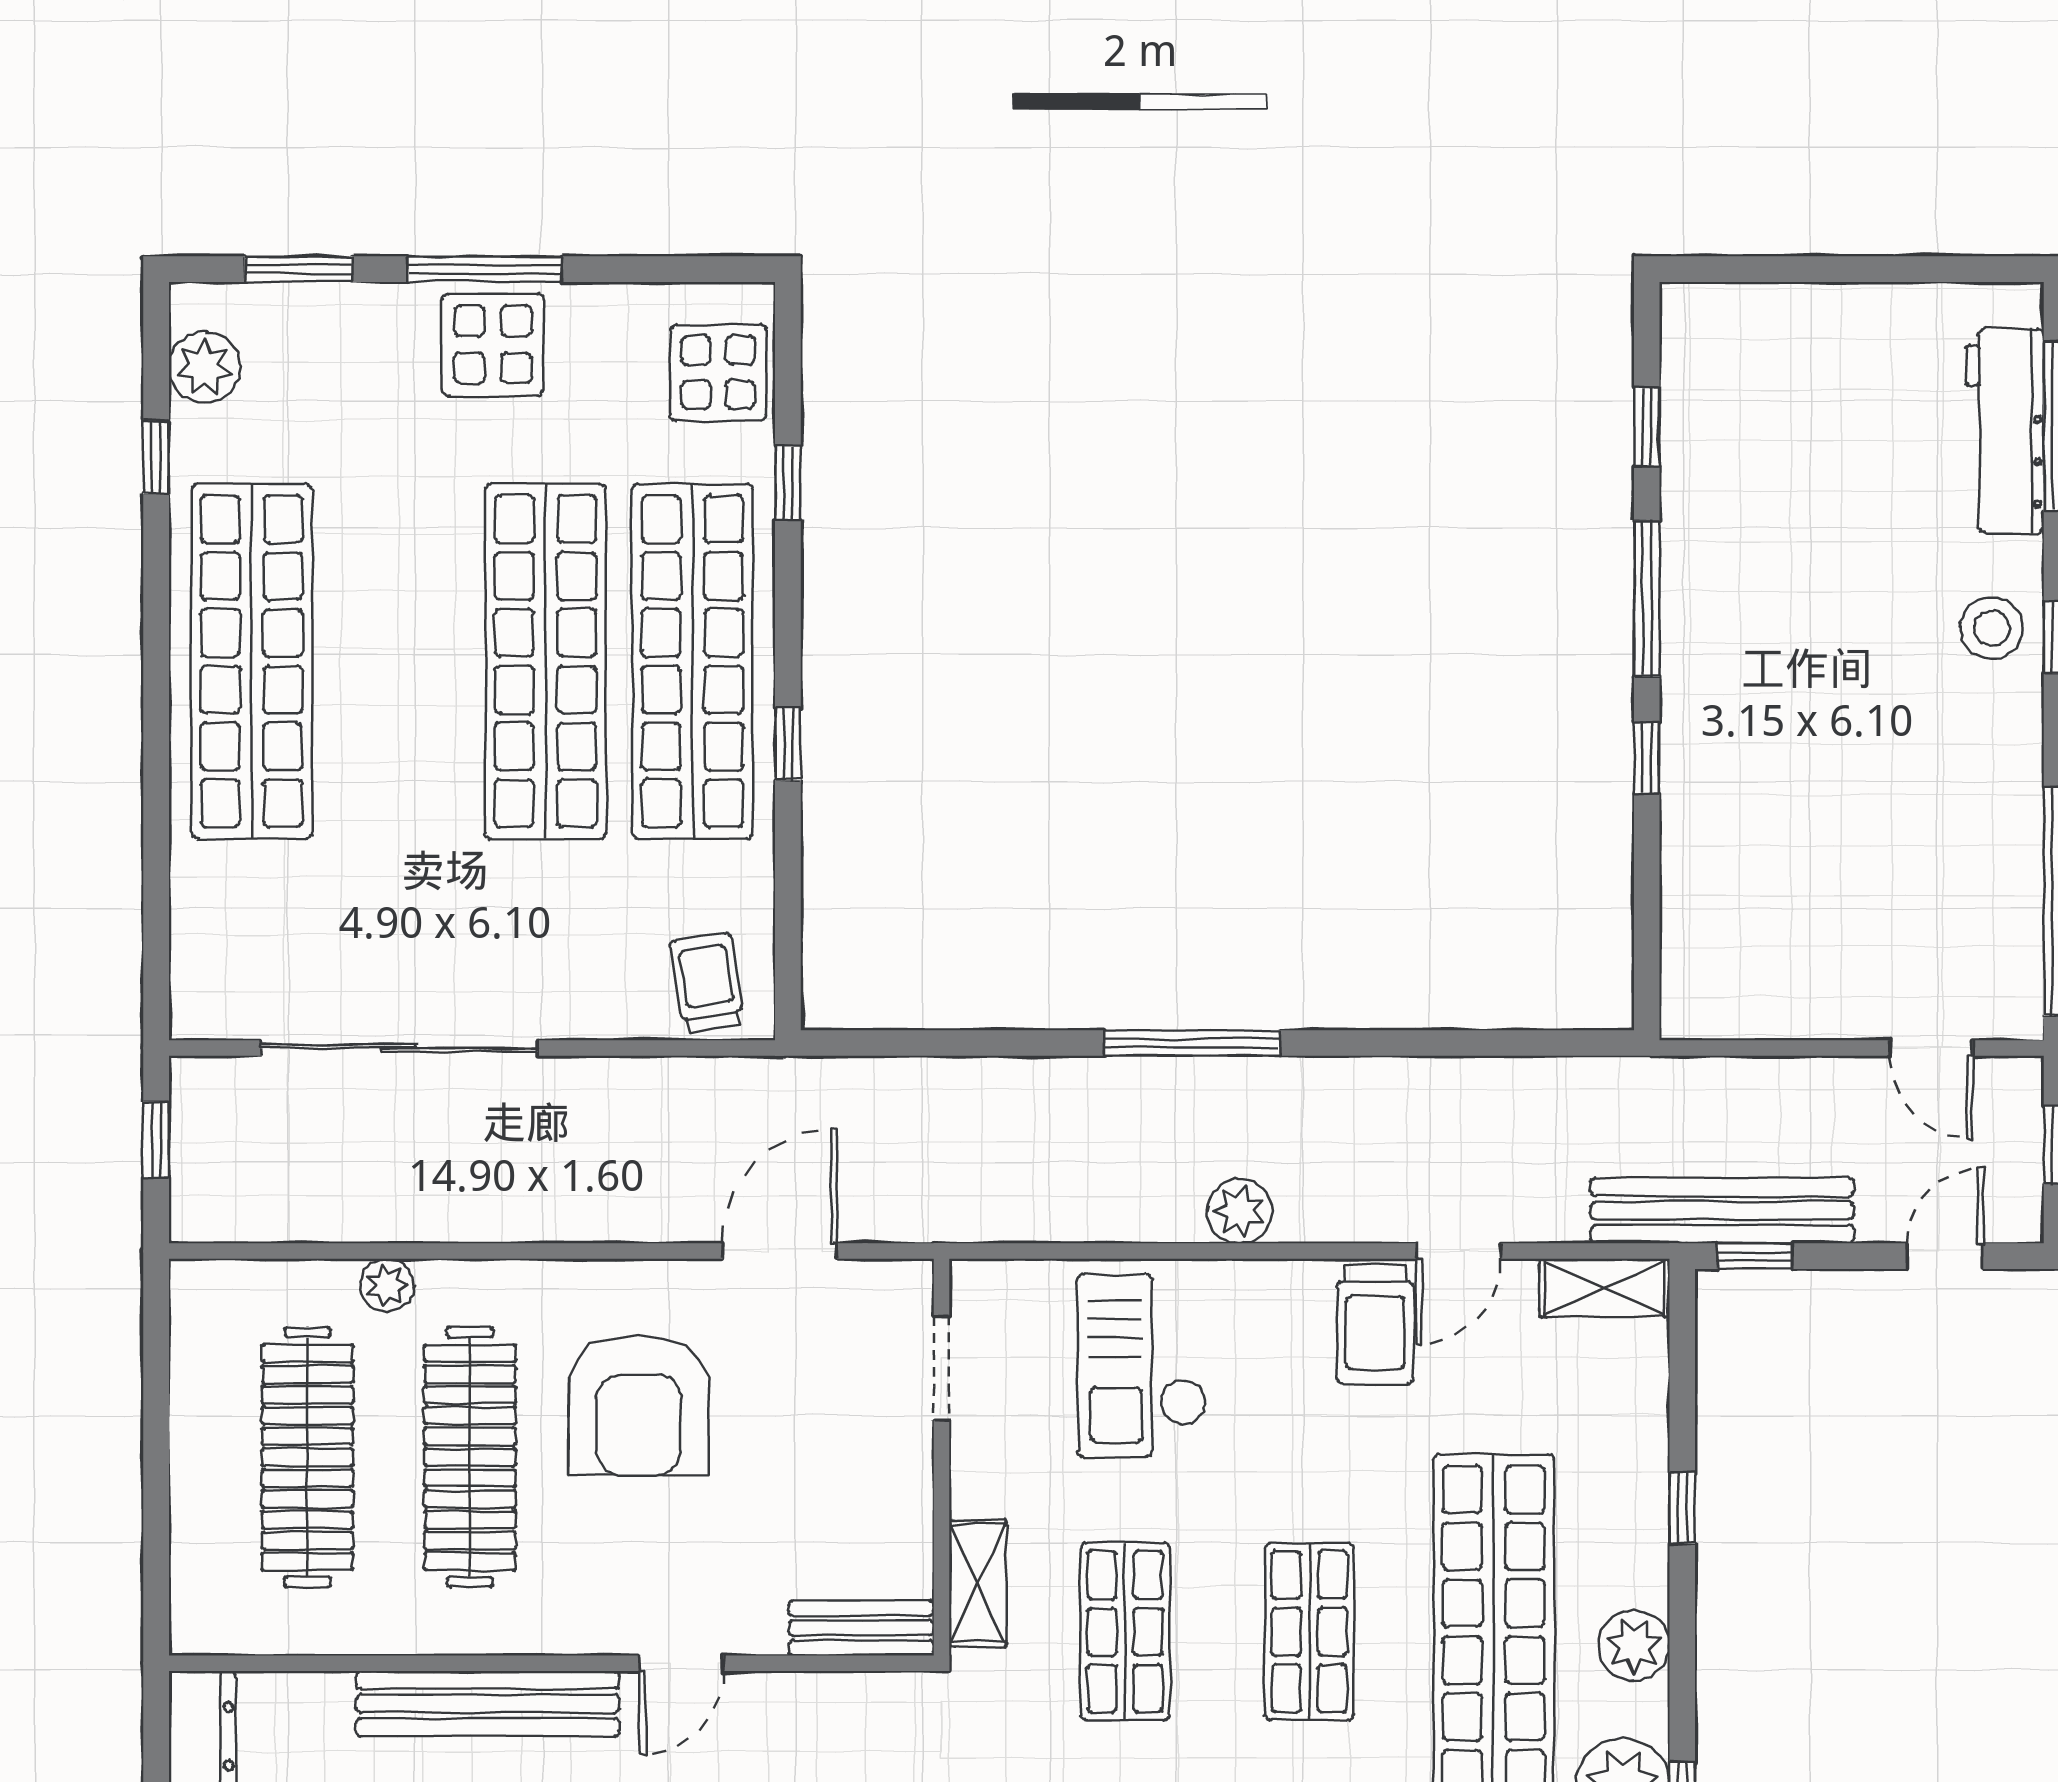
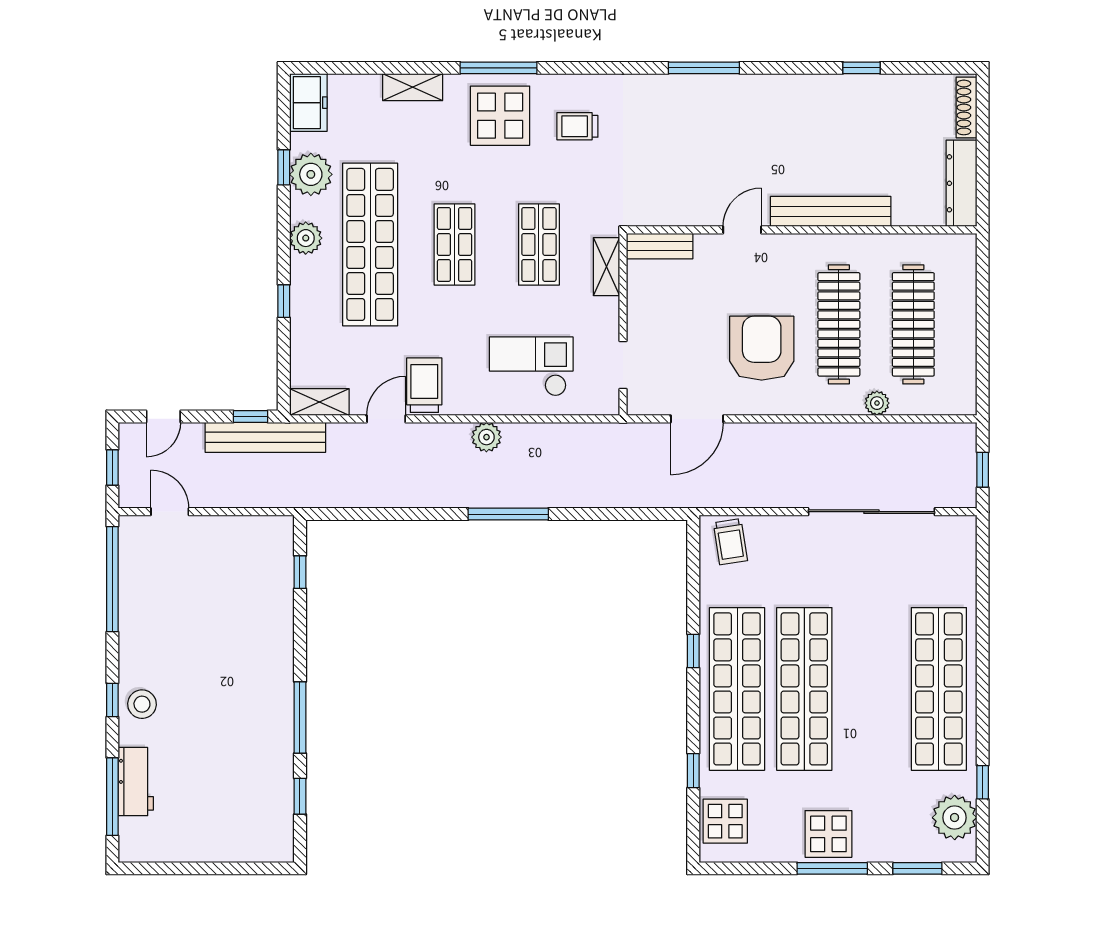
plant: (205, 367) -> (955, 818), width x1.36, depth x1.36
workbench: (2005, 431) -> (136, 782), width x0.73
window: (1647, 758) -> (300, 572), moved
checkout: (1142, 1365) -> (531, 366), turned -90

